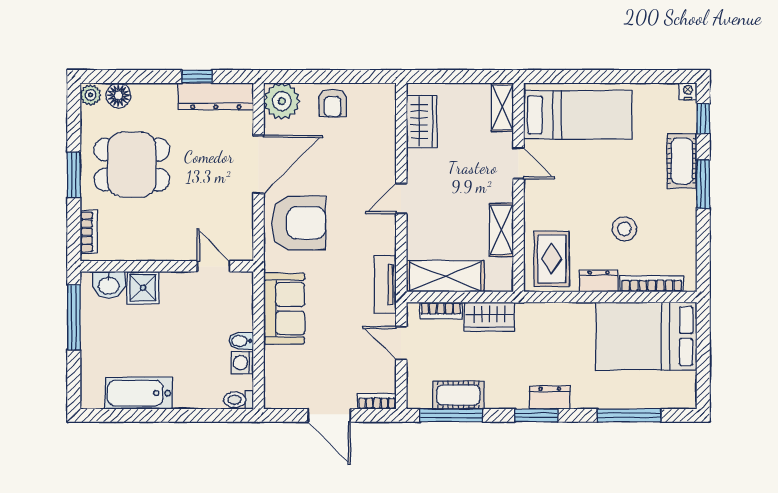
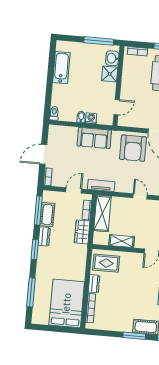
stool: (624, 229) -> (117, 298), removed
washing machine: (242, 363) -> (91, 118), moved
dresser: (550, 398) -> (44, 237), moved

